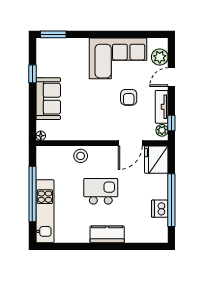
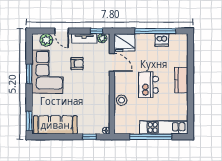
window: (115, 34) -> (29, 74), added
window: (32, 74) -> (89, 137), moved
sofa: (48, 99) -> (55, 125), moved, width x1.36

